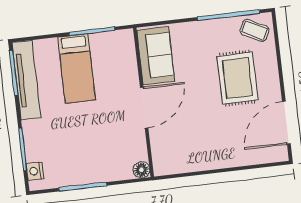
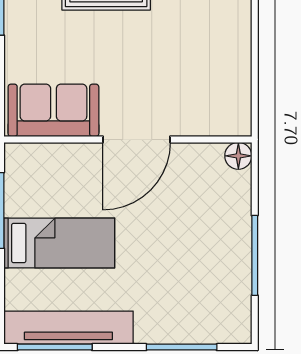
door: (144, 108) -> (137, 139), swing flipped
nightstand: (35, 171) -> (220, 331), removed

